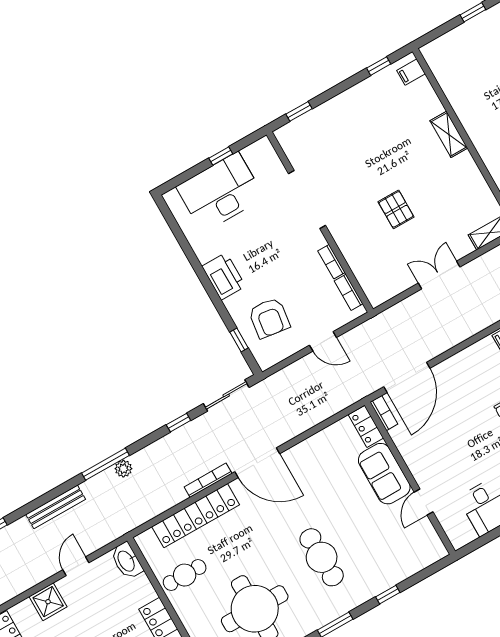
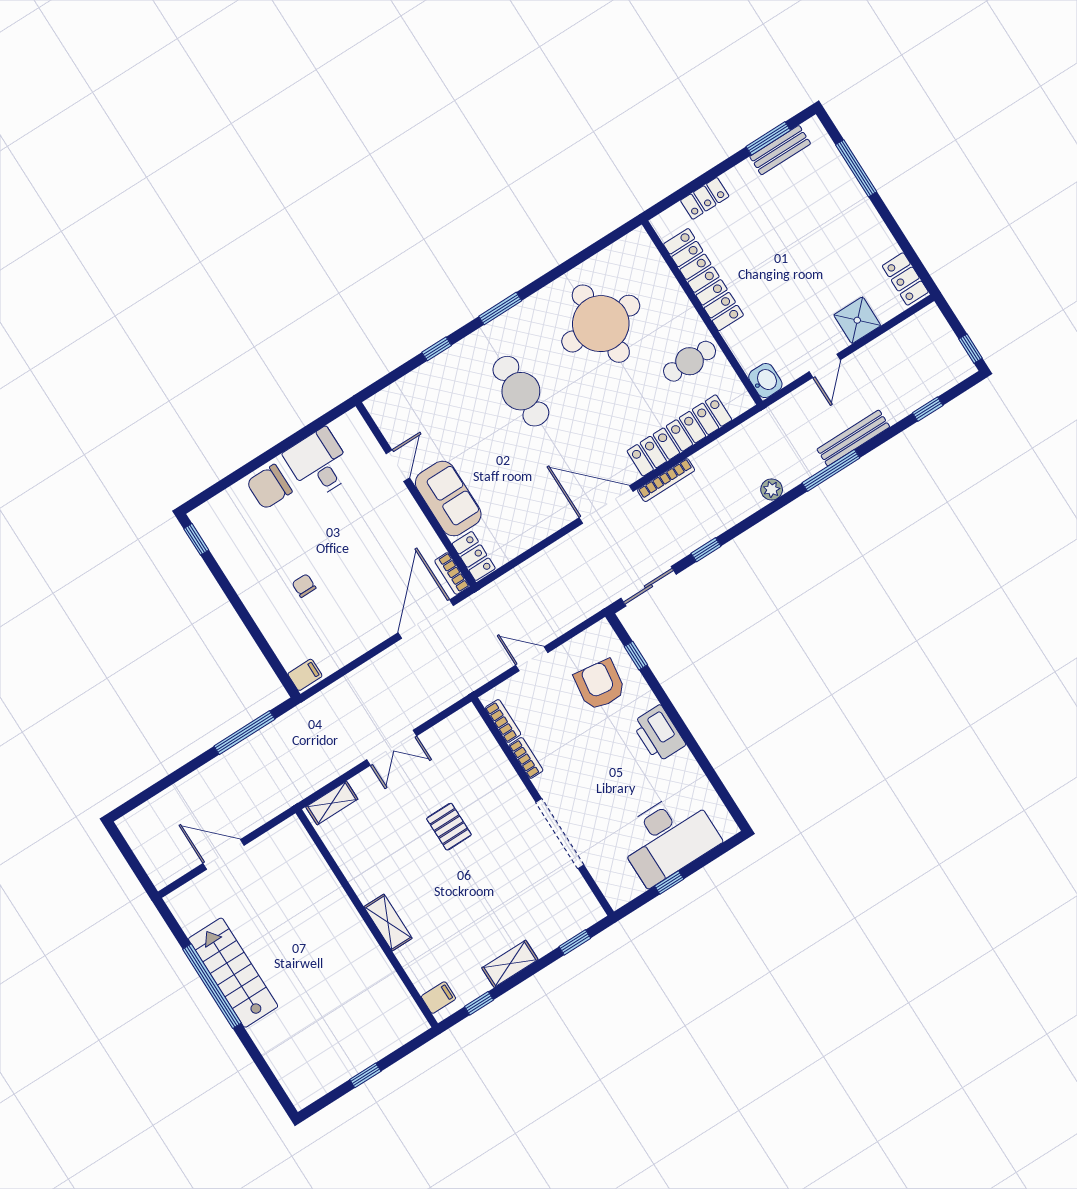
shelving: (352, 97) -> (510, 964), added
window: (106, 464) -> (831, 470), moved
washbasin: (127, 561) -> (765, 381), width x0.72

